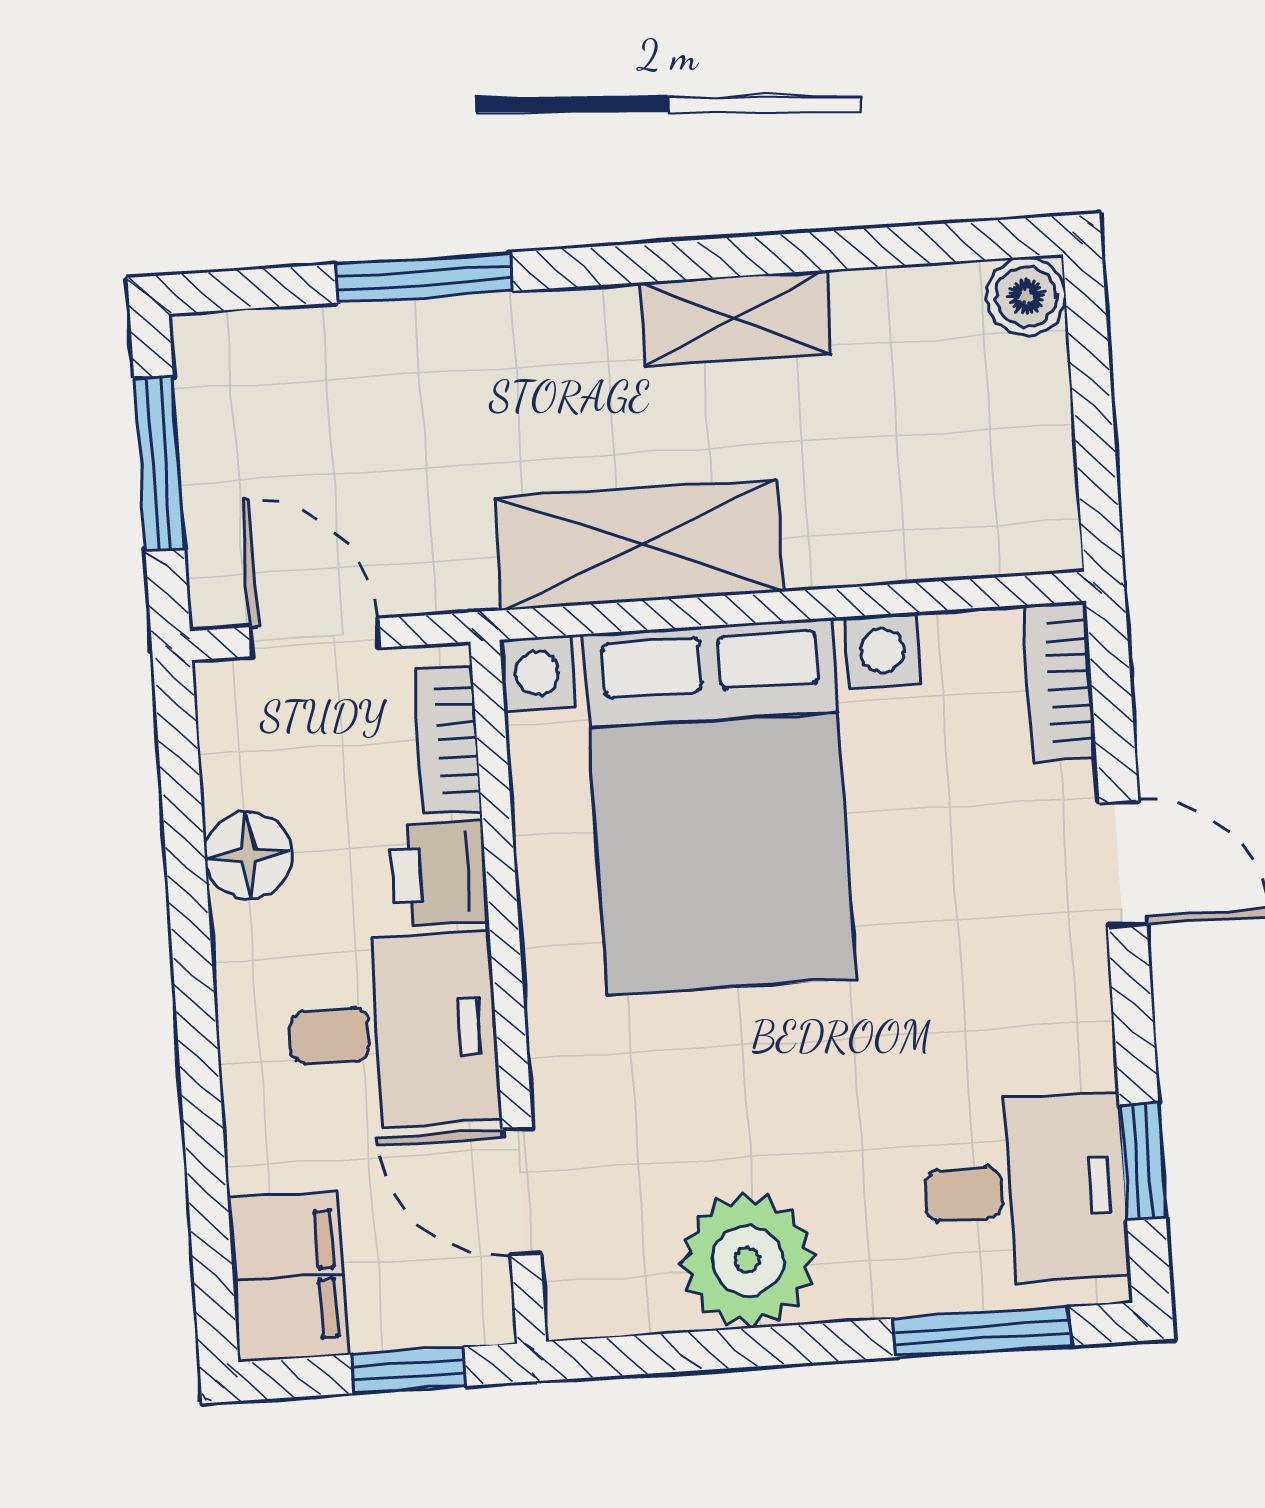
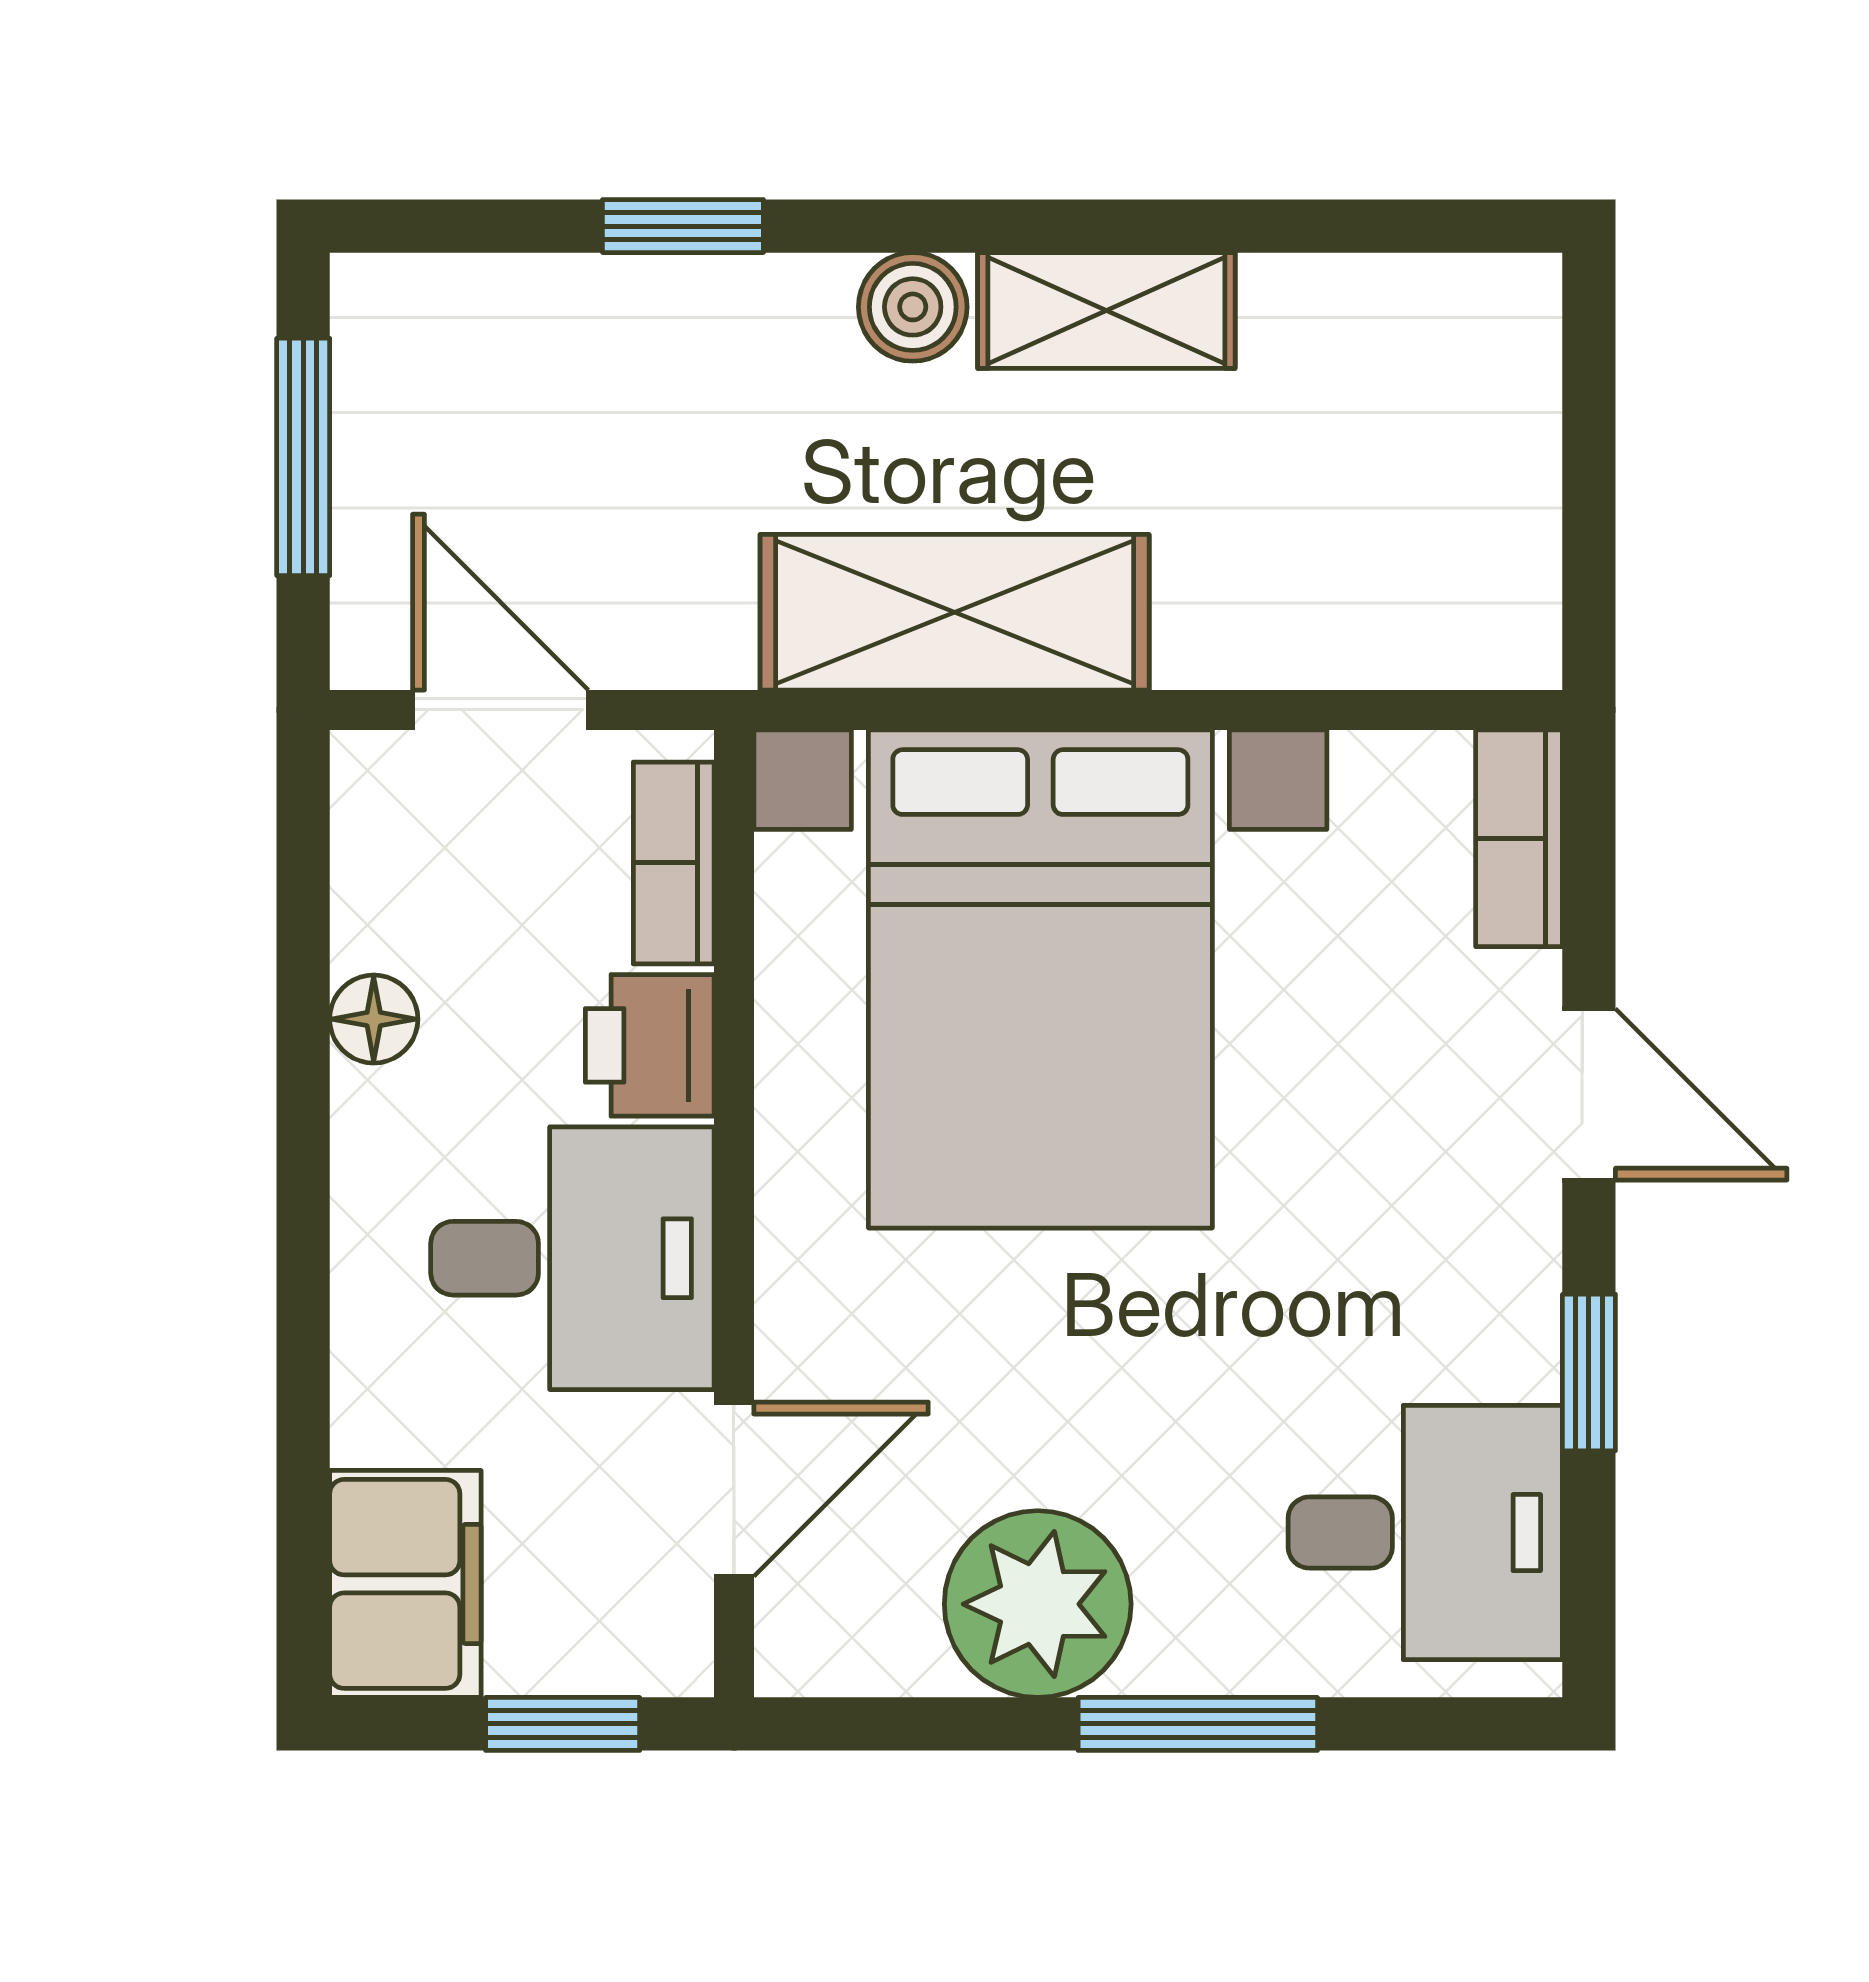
window: (424, 278) -> (683, 226), width x0.67
boiler: (1026, 296) -> (913, 307), moved
floor lamp: (249, 855) -> (374, 1019), width x0.73, depth x0.73
window: (1143, 1161) -> (1589, 1373), moved
door: (522, 1192) -> (734, 1489), swing flipped
window: (982, 1332) -> (1198, 1724), moved

